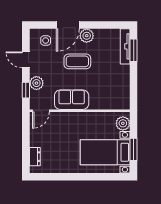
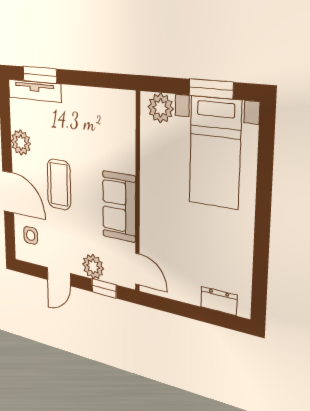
plant: (87, 36) -> (21, 143), moved

